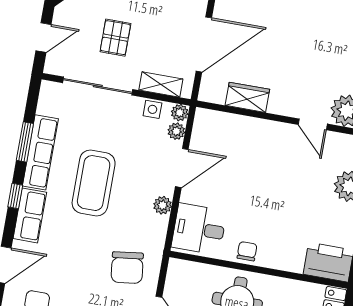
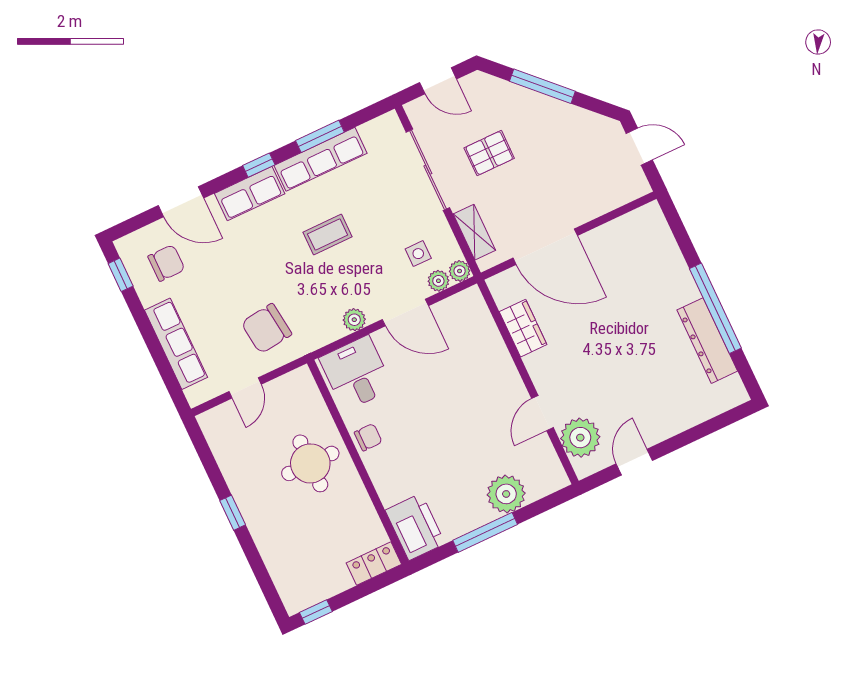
side table: (152, 109) -> (418, 254), moved
coffee table: (94, 183) -> (328, 235), width x0.54, depth x0.58

